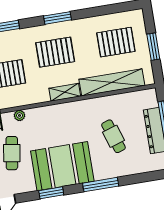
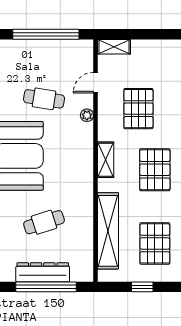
window: (153, 47) -> (142, 287), width x0.67
shelving: (65, 92) -> (106, 160), moved

